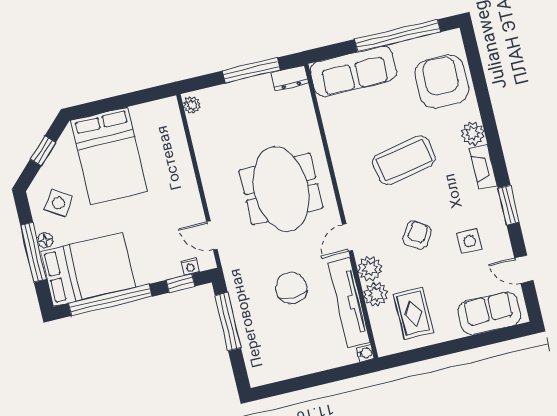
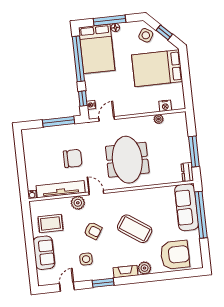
window: (398, 36) -> (201, 215), moved
plant: (192, 105) -> (159, 119), moved
nightstand: (175, 133) -> (165, 106), added
coffee table: (404, 160) -> (135, 229), turned -45
meeting table: (281, 189) -> (127, 160), turned 90
side table: (58, 203) -> (146, 35), moved
plant: (376, 294) -> (63, 204), removed
sofa: (489, 313) -> (44, 253), moved

